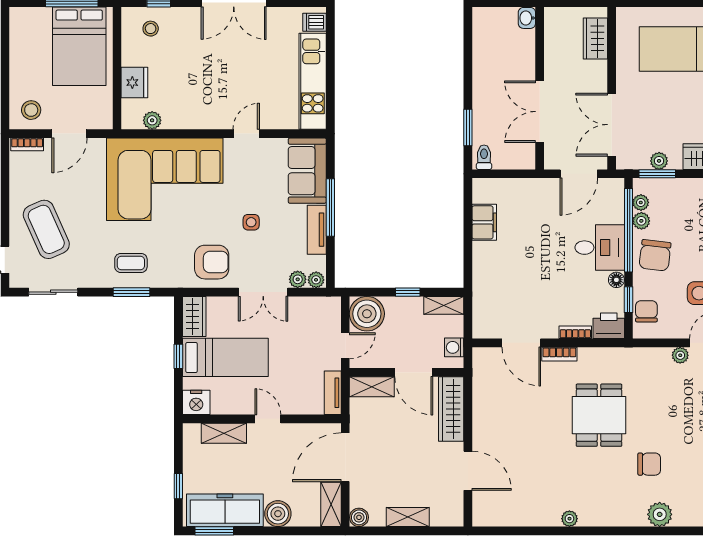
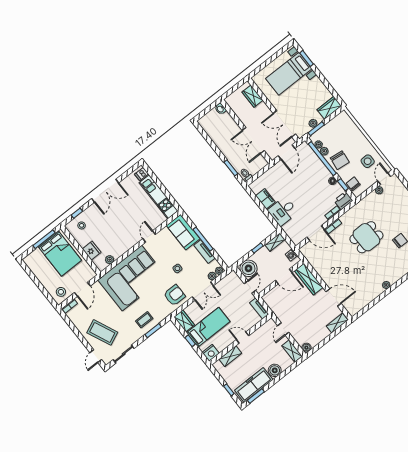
desk: (600, 248) -> (283, 211), moved, turned 180
shelving: (372, 387) -> (272, 294), removed
dining table: (599, 415) -> (366, 237), turned 90
door: (345, 457) -> (283, 329), width x0.53
shelving: (408, 517) -> (337, 323), moved

